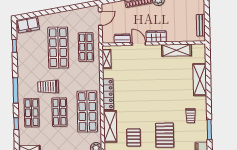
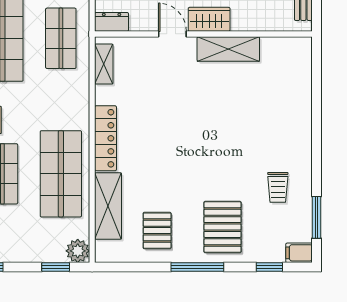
dresser: (122, 38) -> (112, 22), moved
shelving: (176, 50) -> (228, 49), moved
shelving: (200, 80) -> (299, 112), removed

